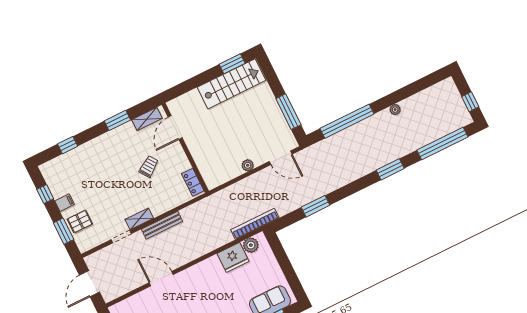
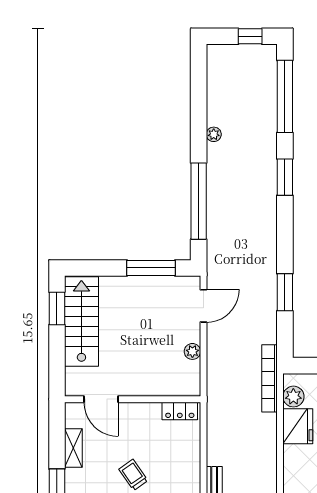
door: (175, 127) -> (101, 399), moved
wall: (185, 148) -> (133, 399), moved
locker: (193, 182) -> (180, 411), moved

